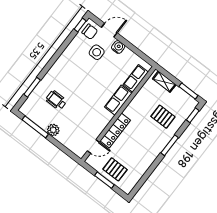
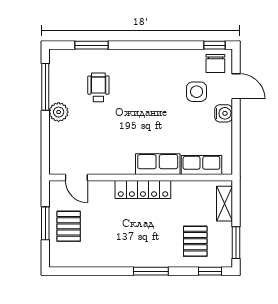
pallet: (163, 117) -> (195, 241), moved
locker: (115, 130) -> (143, 189), moved

